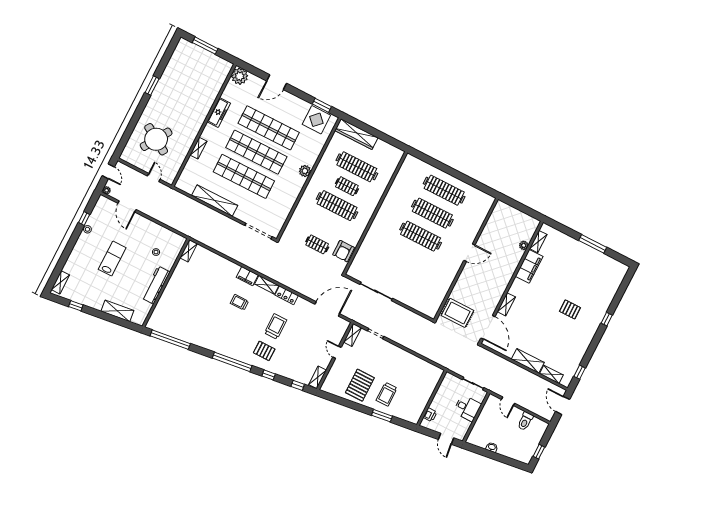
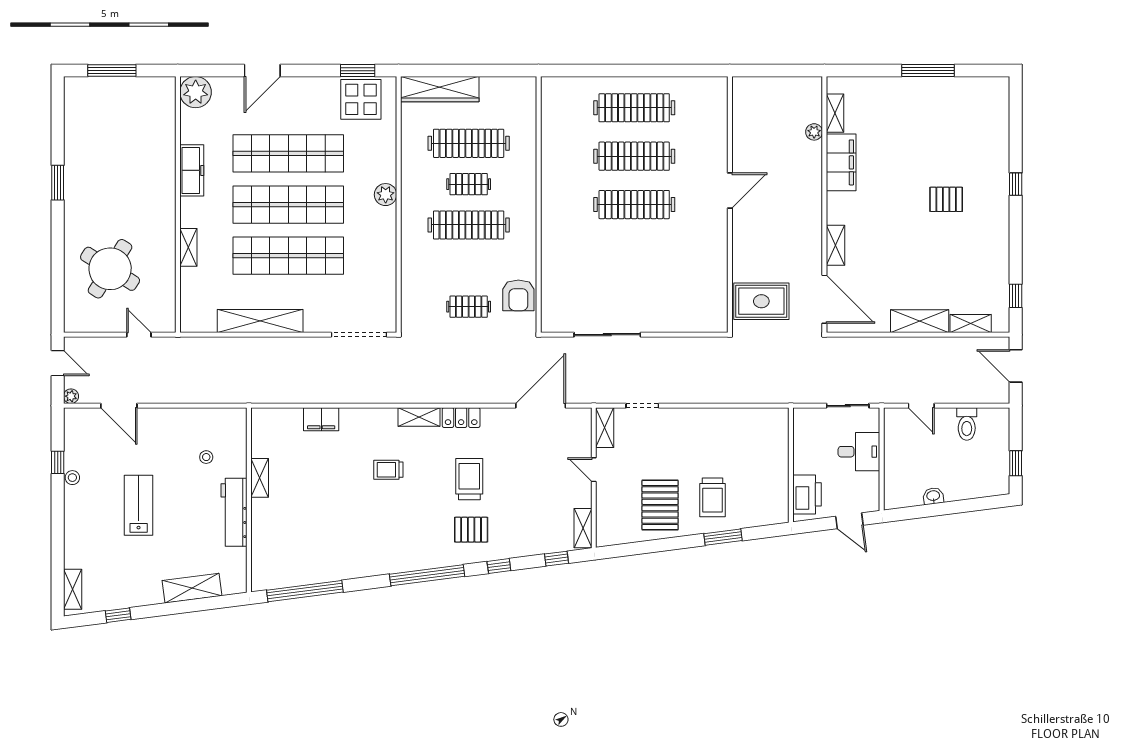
shelving: (189, 251) -> (260, 478), moved
filing cabinet: (247, 276) -> (321, 419), moved
printer: (430, 415) -> (807, 494), width x1.87, depth x1.48

